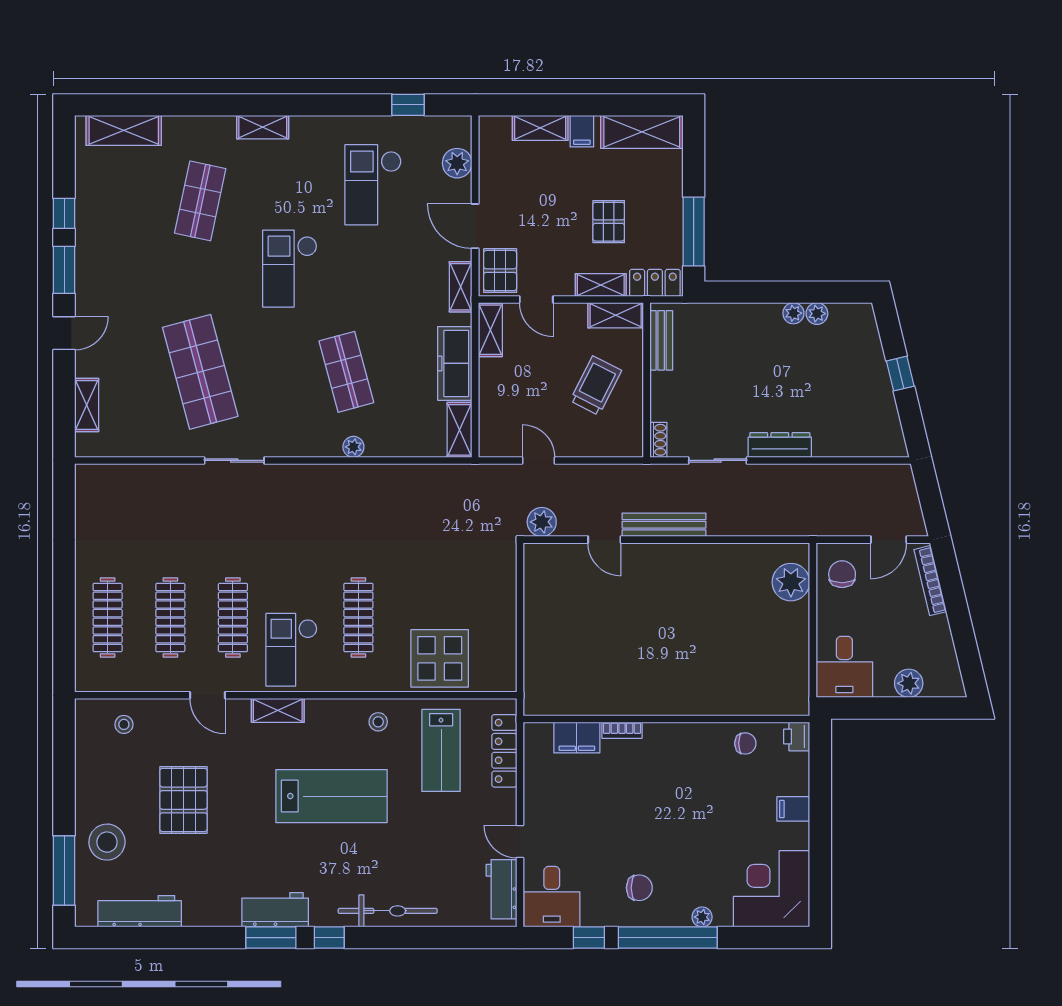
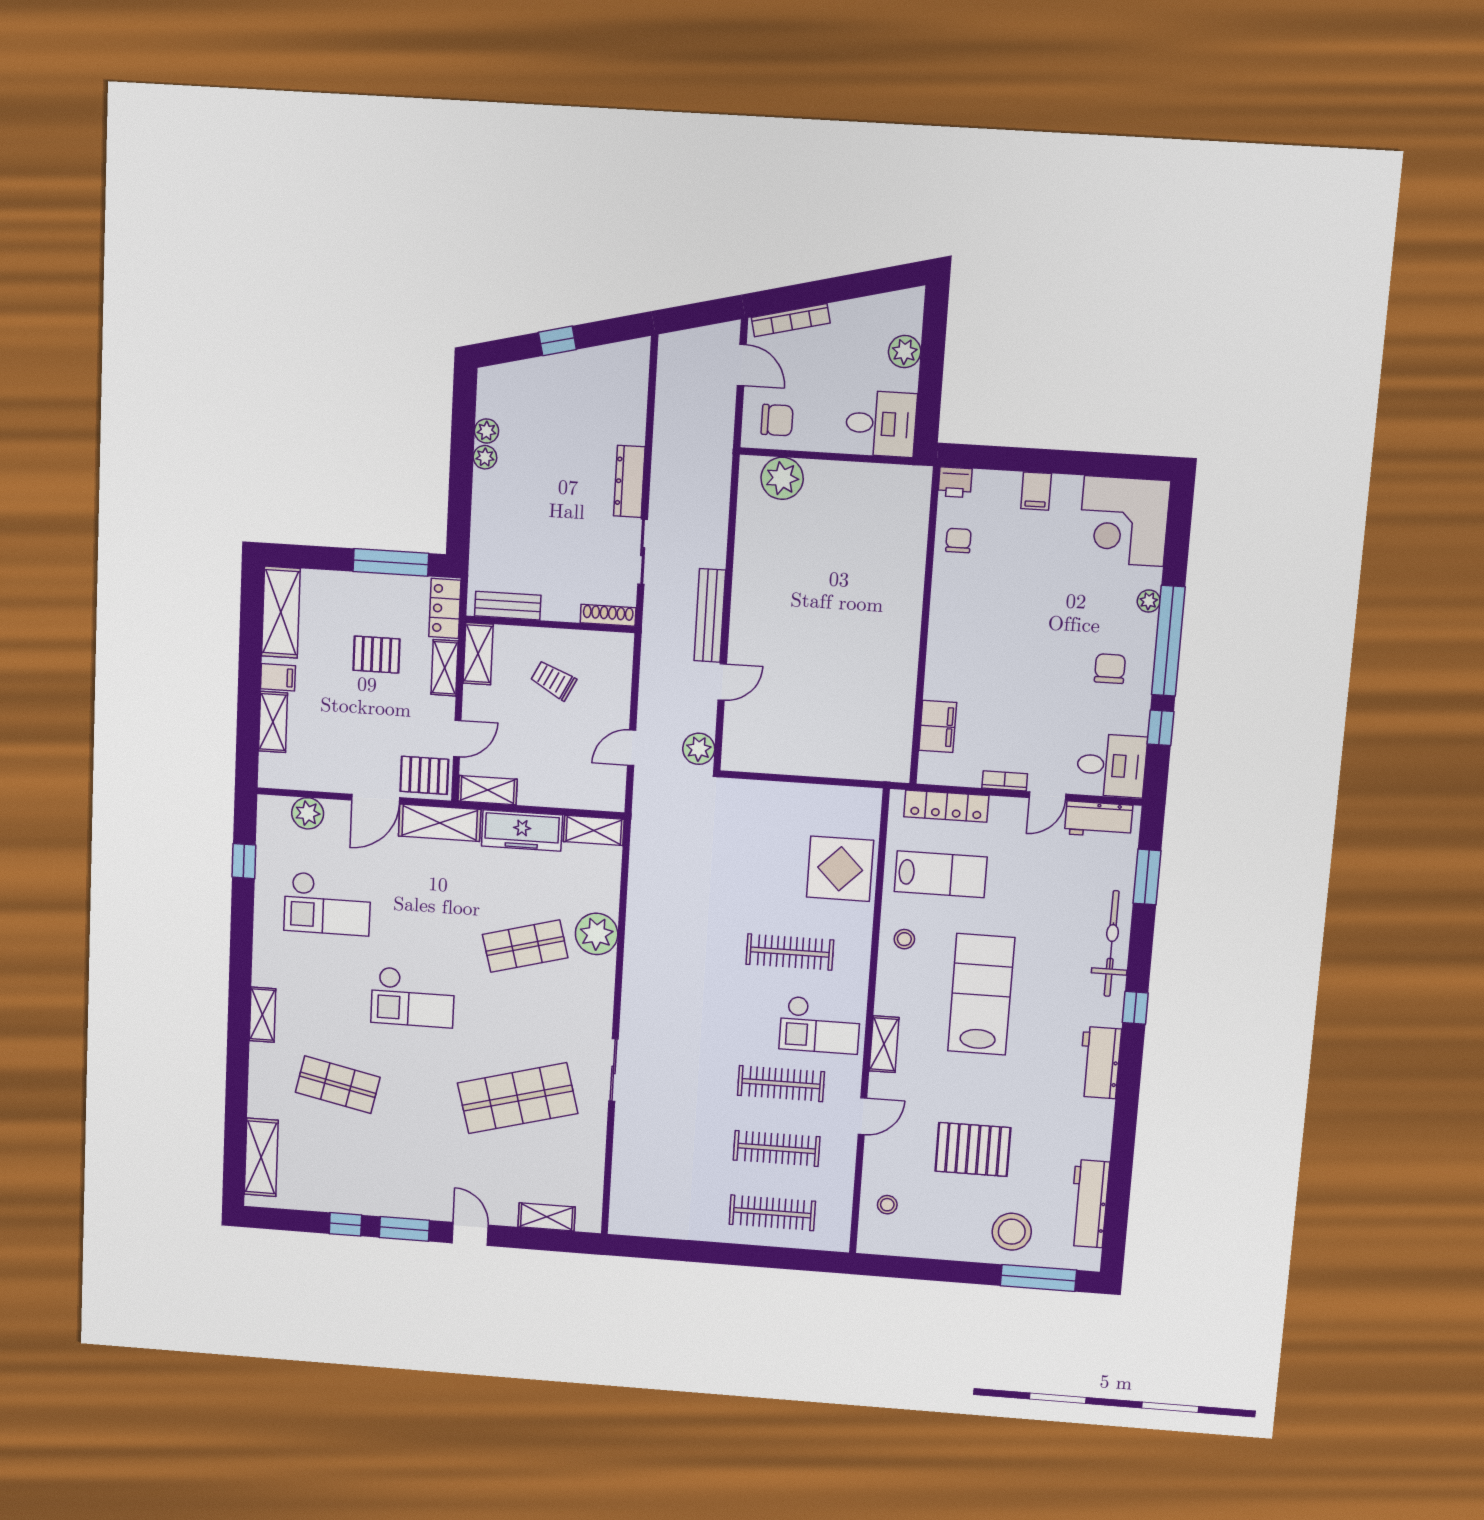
shelving: (461, 287) -> (440, 823), width x1.50, depth x1.33
trolley: (596, 386) -> (554, 680), width x0.73, depth x0.72
shoe rack: (658, 440) -> (608, 615), width x1.43
plant: (353, 447) -> (597, 934), width x1.88, depth x1.88
chair: (842, 574) -> (777, 420), turned 180
bookcase: (622, 730) -> (1005, 781), moved, turned -90
window: (271, 938) -> (1147, 877), moved

